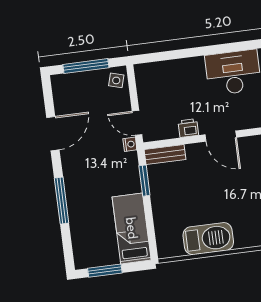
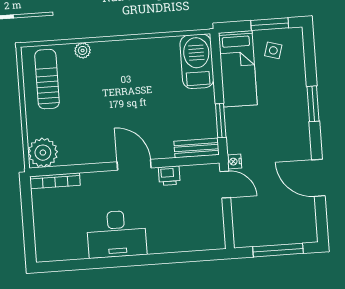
side table: (116, 80) -> (273, 50), moved
door: (53, 134) -> (318, 178), hinge flipped
window: (62, 201) -> (313, 104), width x0.69
barbecue: (208, 239) -> (197, 61), moved, turned 90

